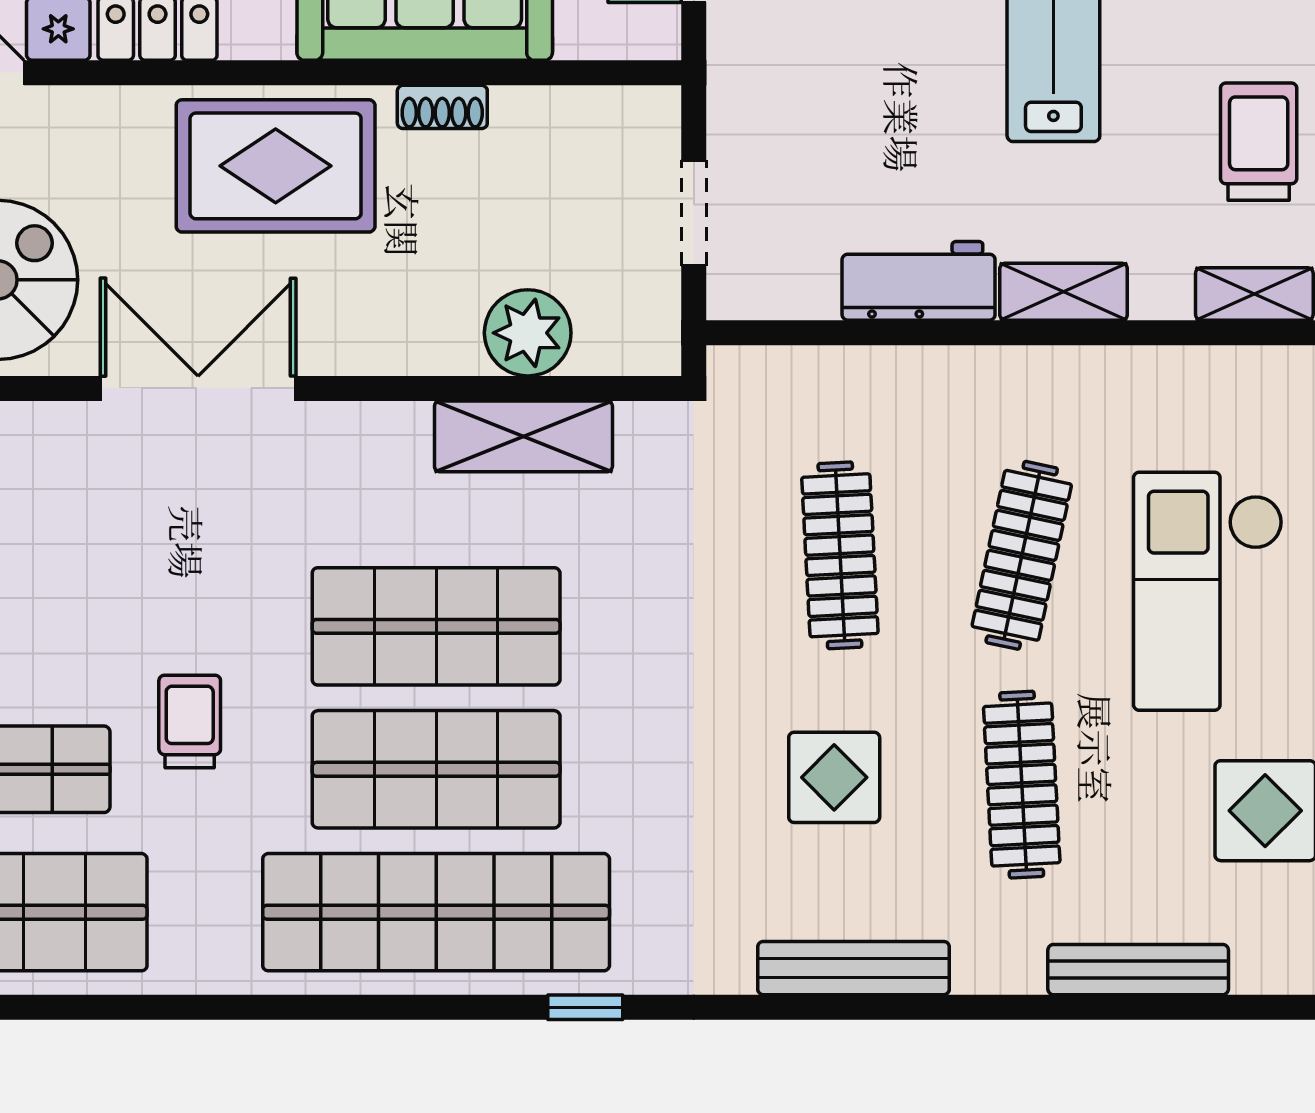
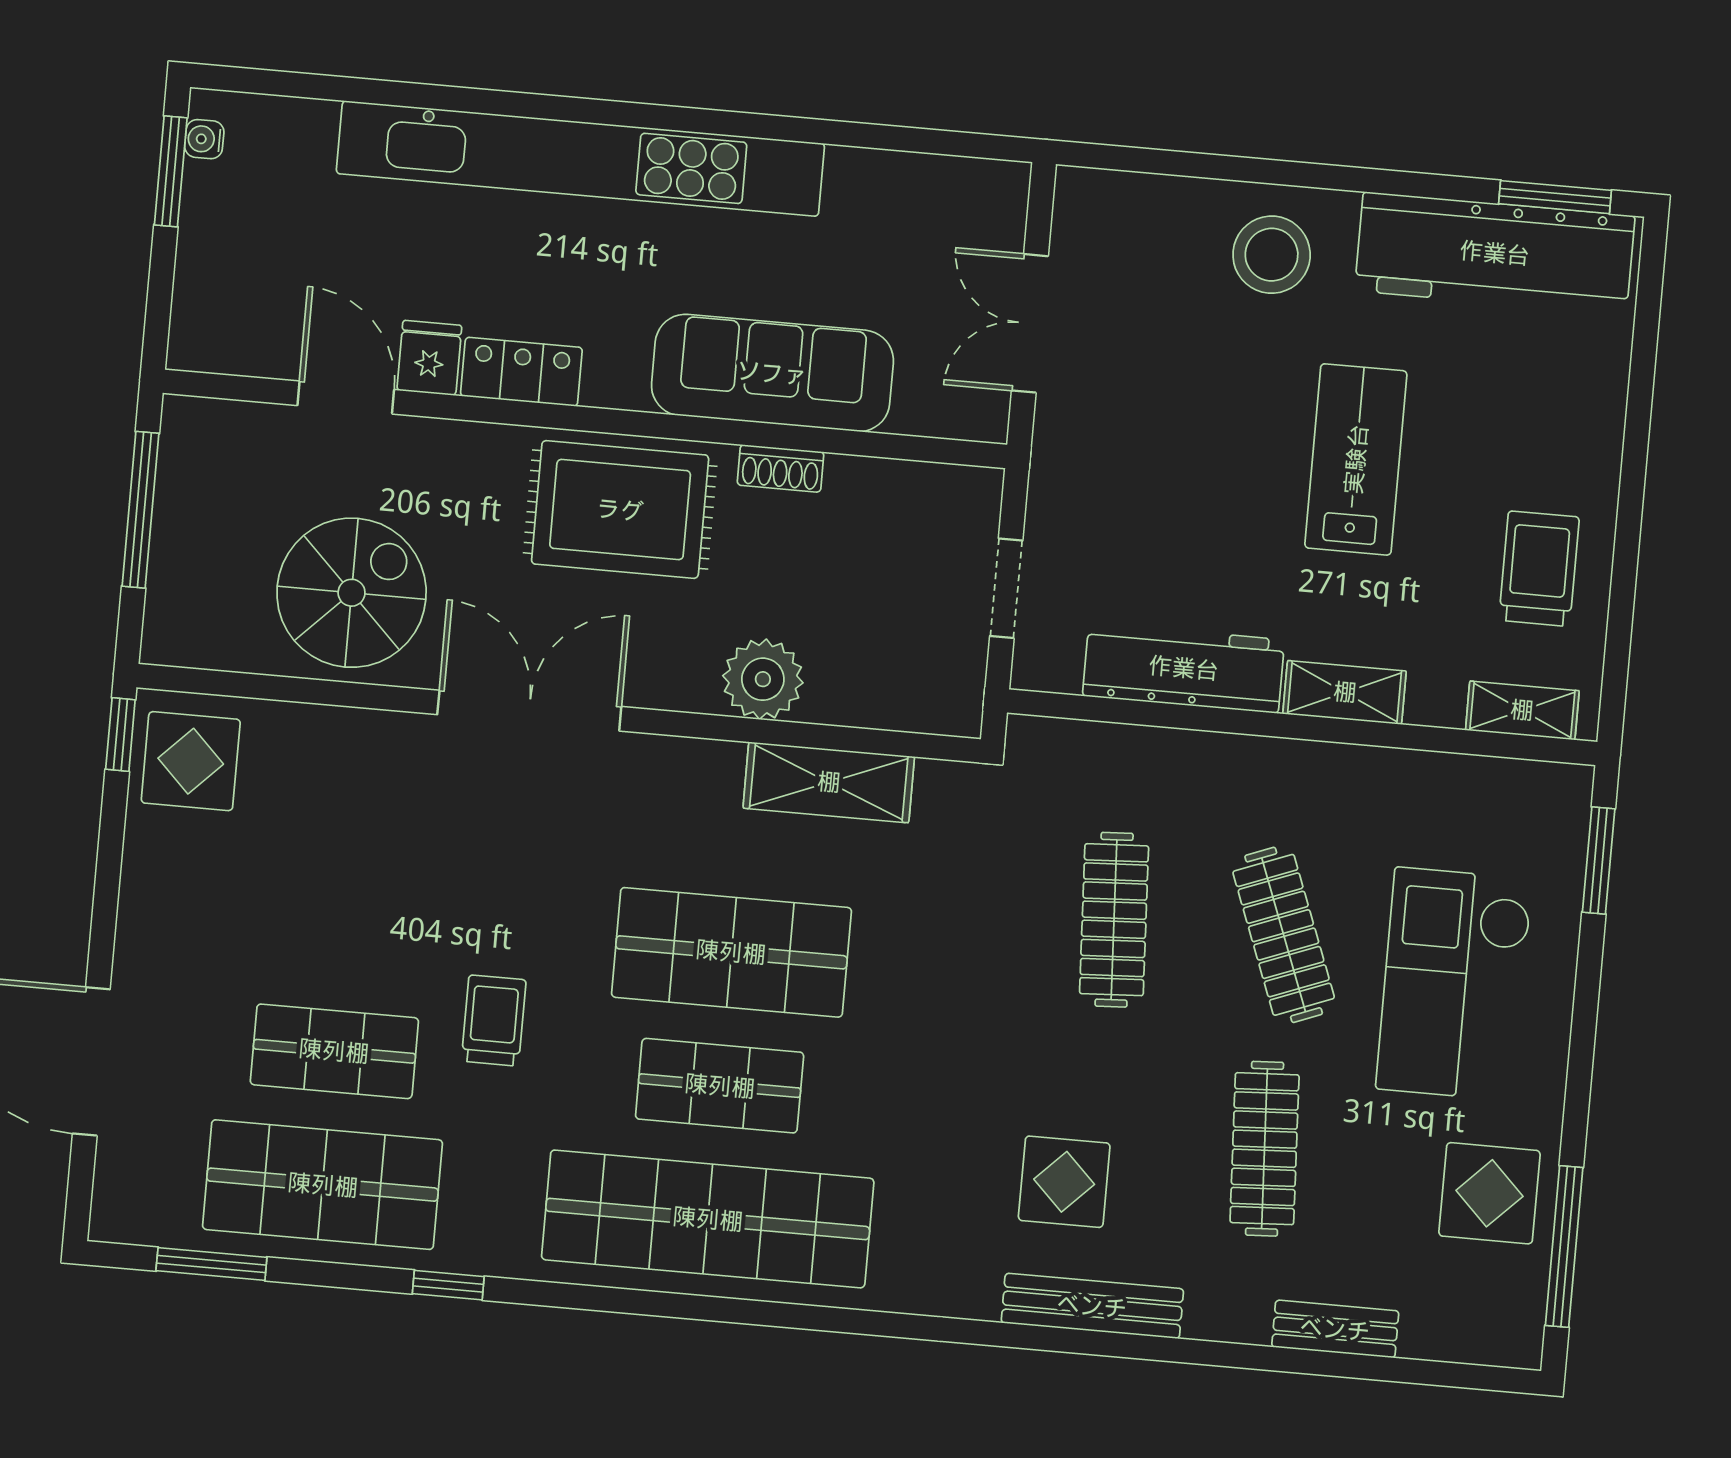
workbench: (919, 281) -> (1184, 668), width x1.37
plant: (528, 333) -> (763, 679), moved
clothes rail: (1022, 555) -> (1284, 935), turned -33
shop shelf: (436, 769) -> (720, 1086), width x0.70, depth x0.74
display table: (834, 777) -> (1064, 1182), moved
bench: (1138, 970) -> (1335, 1329), width x0.73
window: (585, 1007) -> (448, 1285), moved

